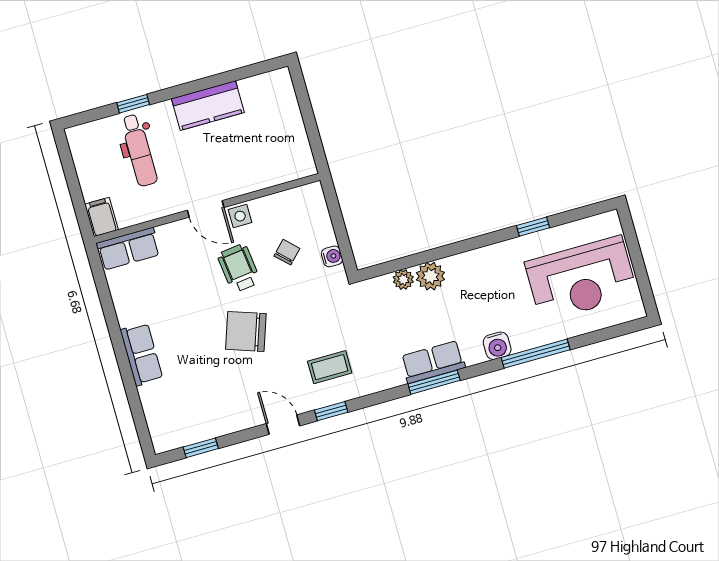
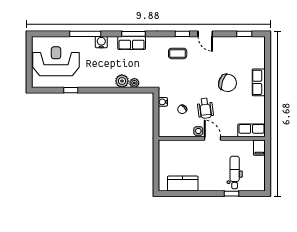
kitchen counter: (208, 106) -> (183, 184), moved
chair: (246, 331) -> (228, 83), moved

